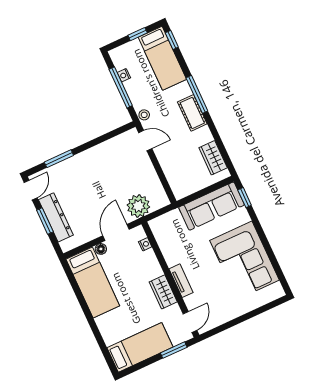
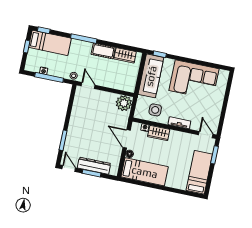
cot: (192, 113) -> (103, 51), moved
door: (145, 141) -> (88, 86), hinge flipped
plant: (138, 206) -> (124, 103), moved
side table: (175, 241) -> (155, 110), added
wardrobe: (163, 292) -> (159, 133), moved

